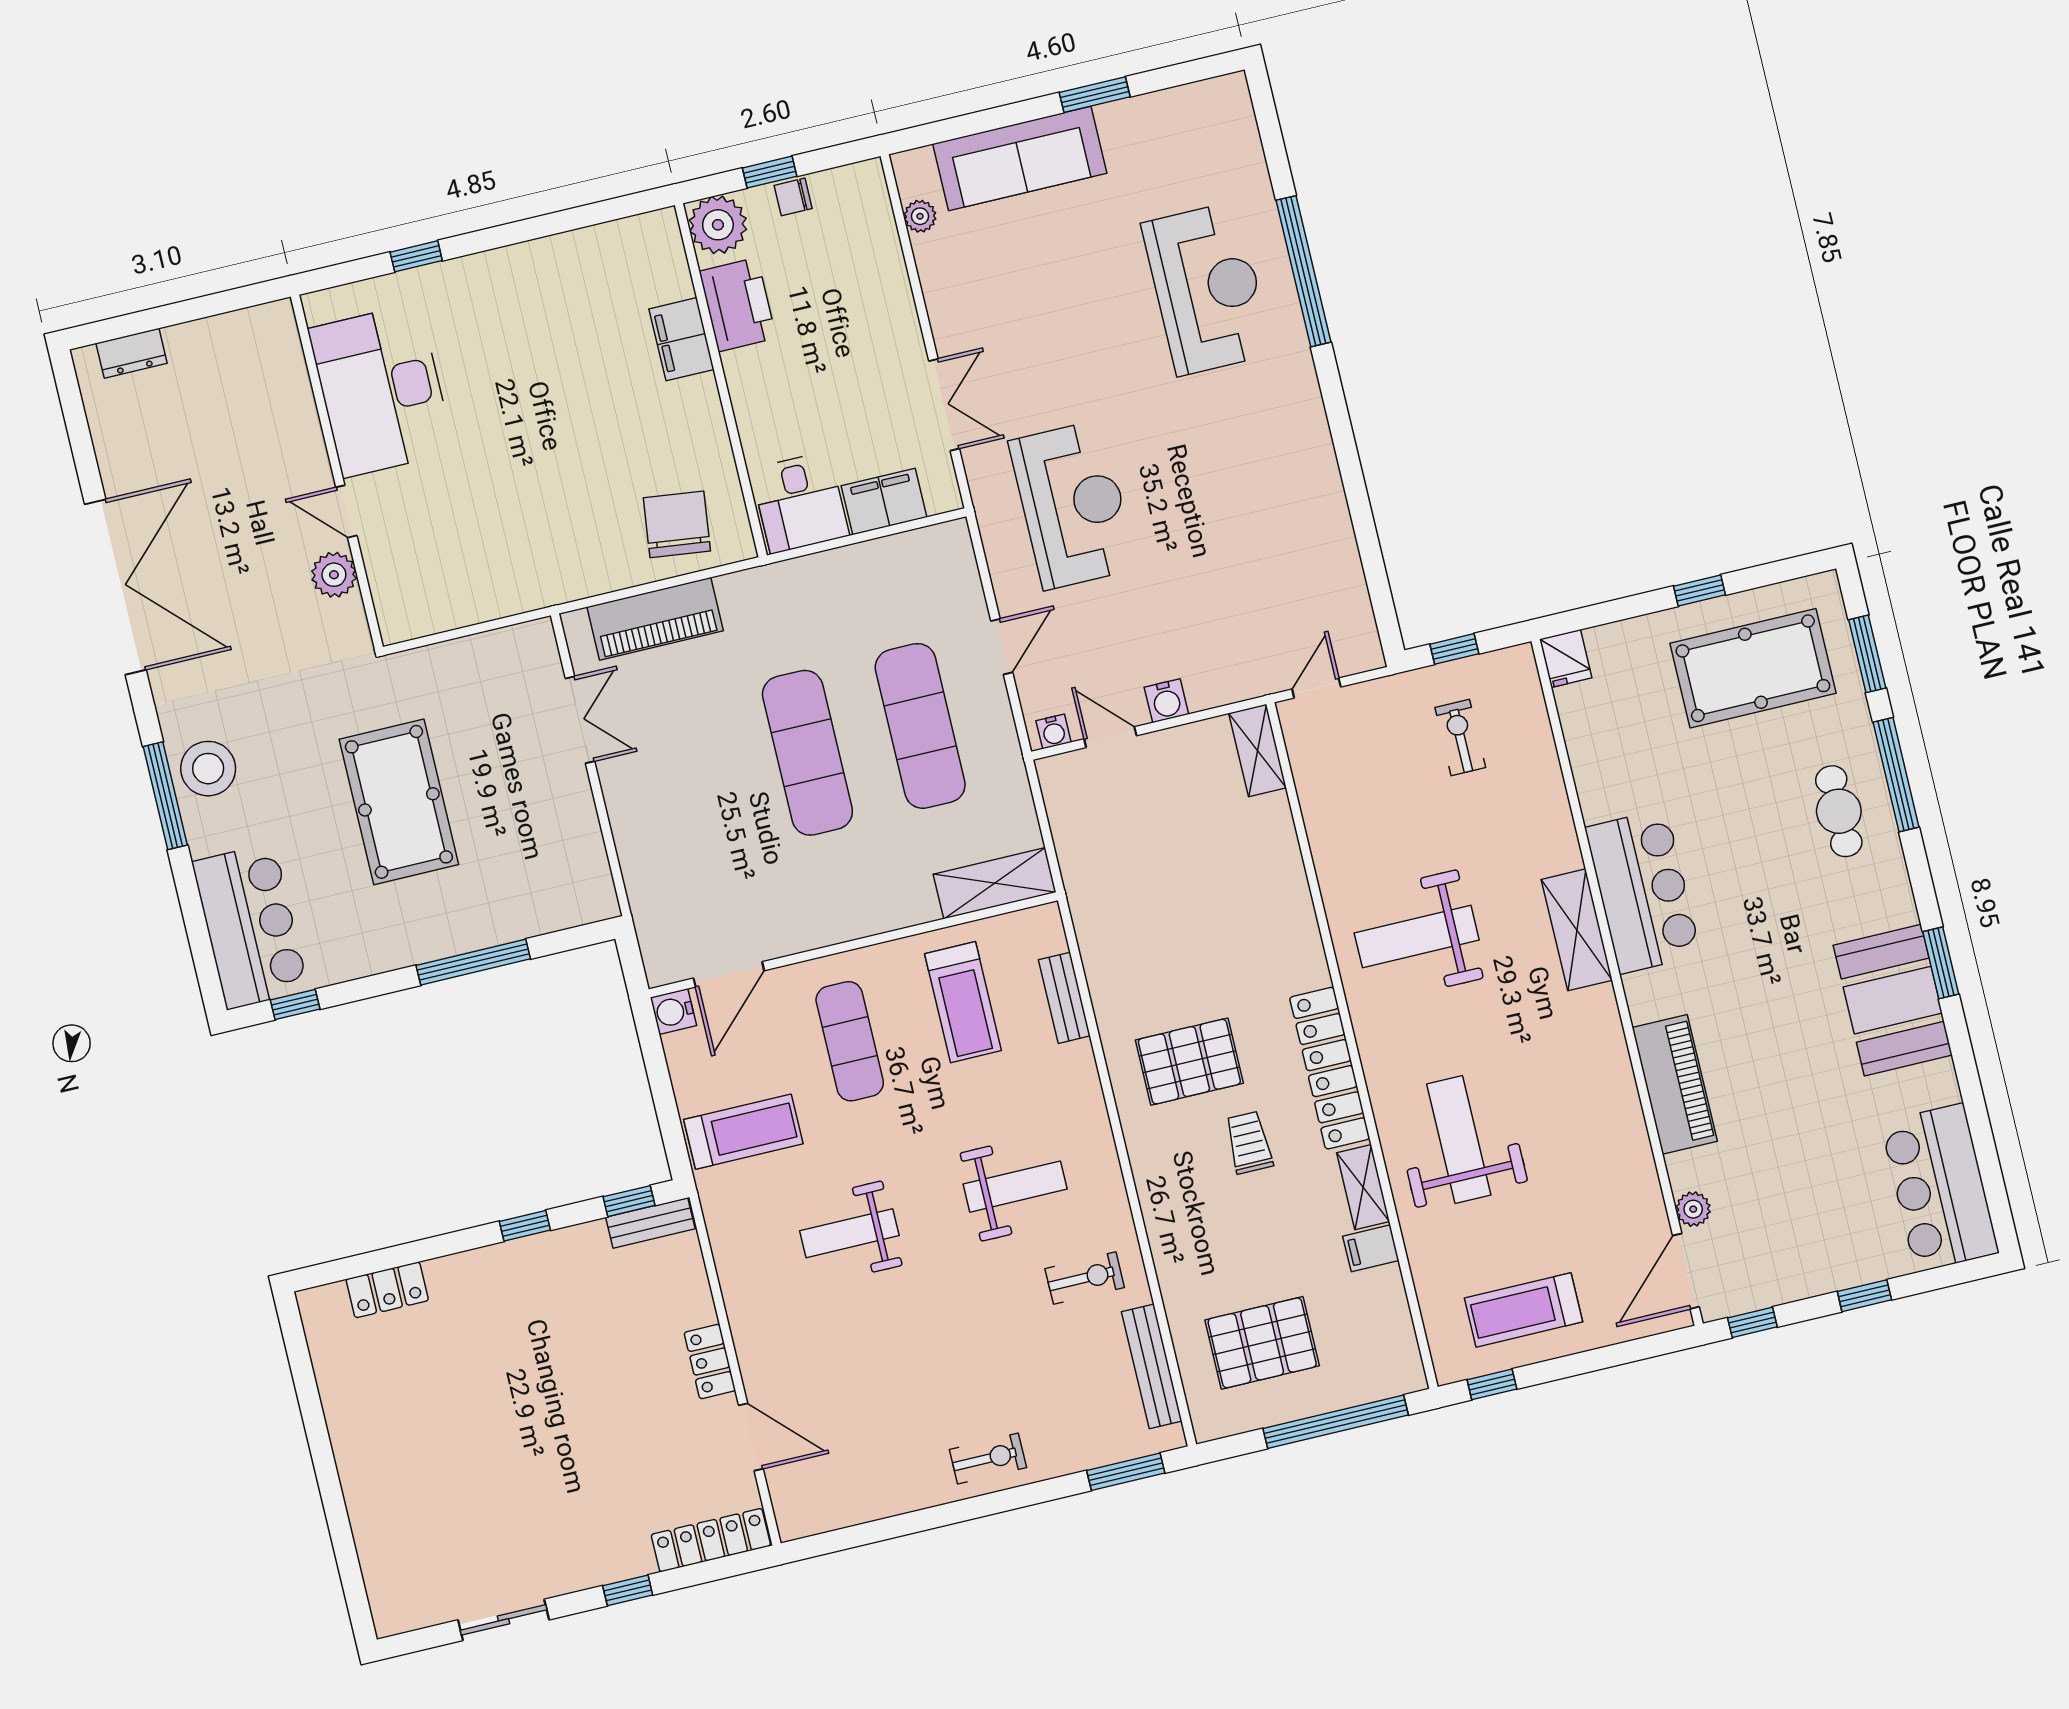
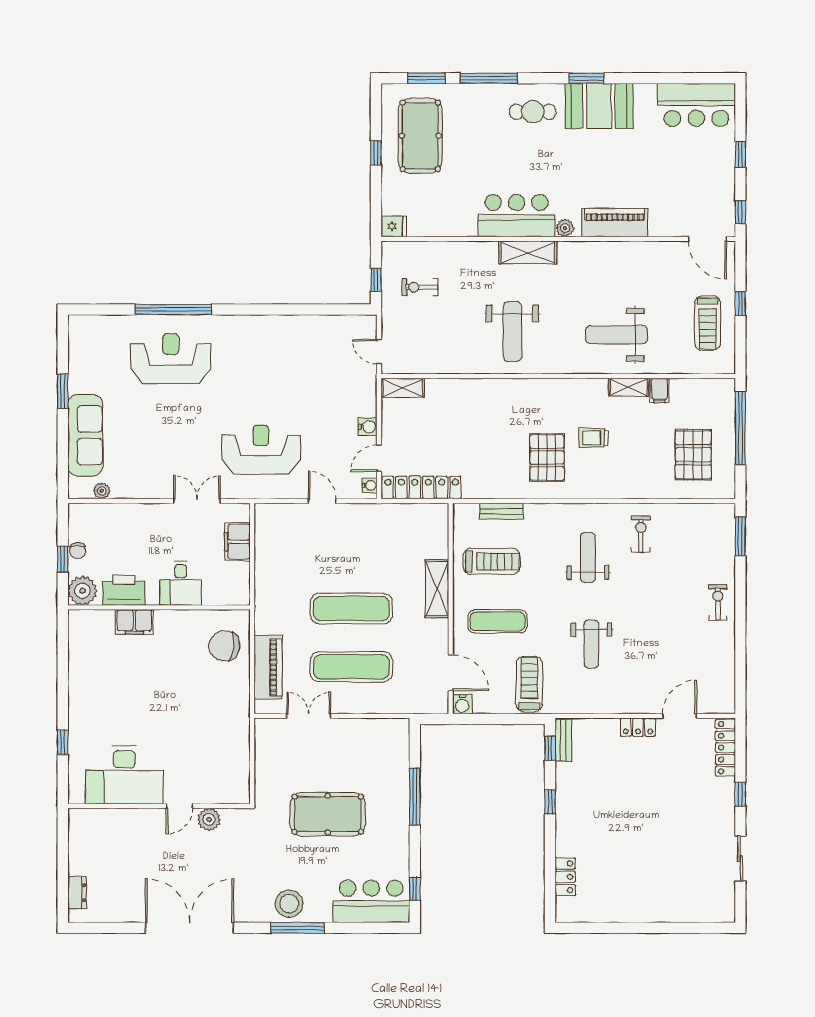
desk: (800, 502) -> (181, 583), moved, turned 90
exercise mat: (920, 726) -> (351, 667), moved
cafe table: (1839, 811) -> (533, 112), moved
shelving: (995, 883) -> (437, 589), moved
locker: (1330, 1068) -> (422, 487), moved, turned 180
plant: (1693, 1209) -> (565, 228), moved
bench: (1152, 1366) -> (692, 511), removed
window: (1492, 1384) -> (740, 304), moved

